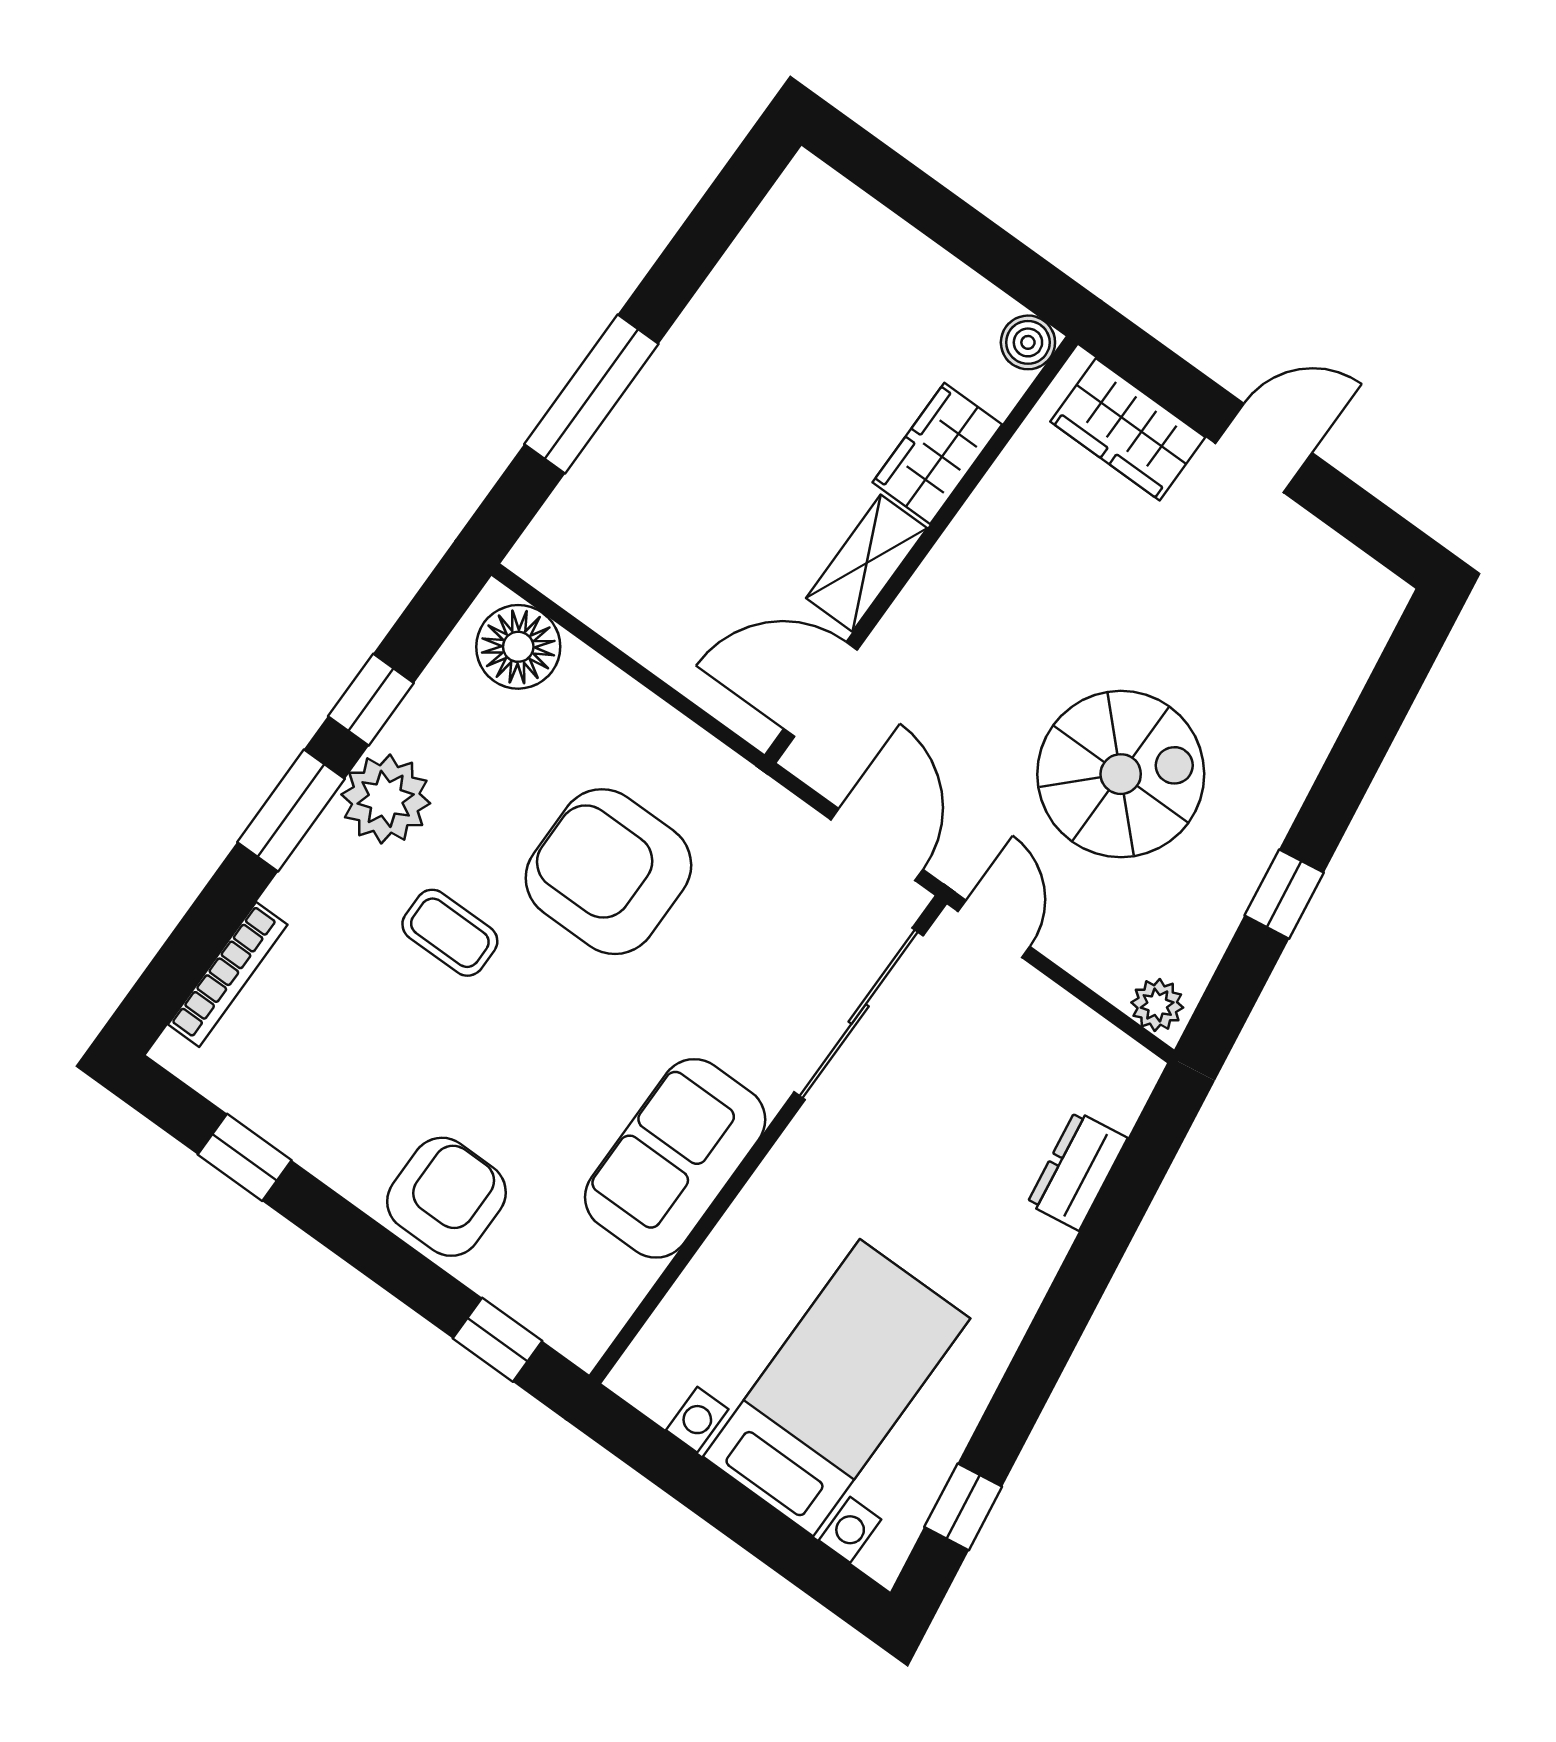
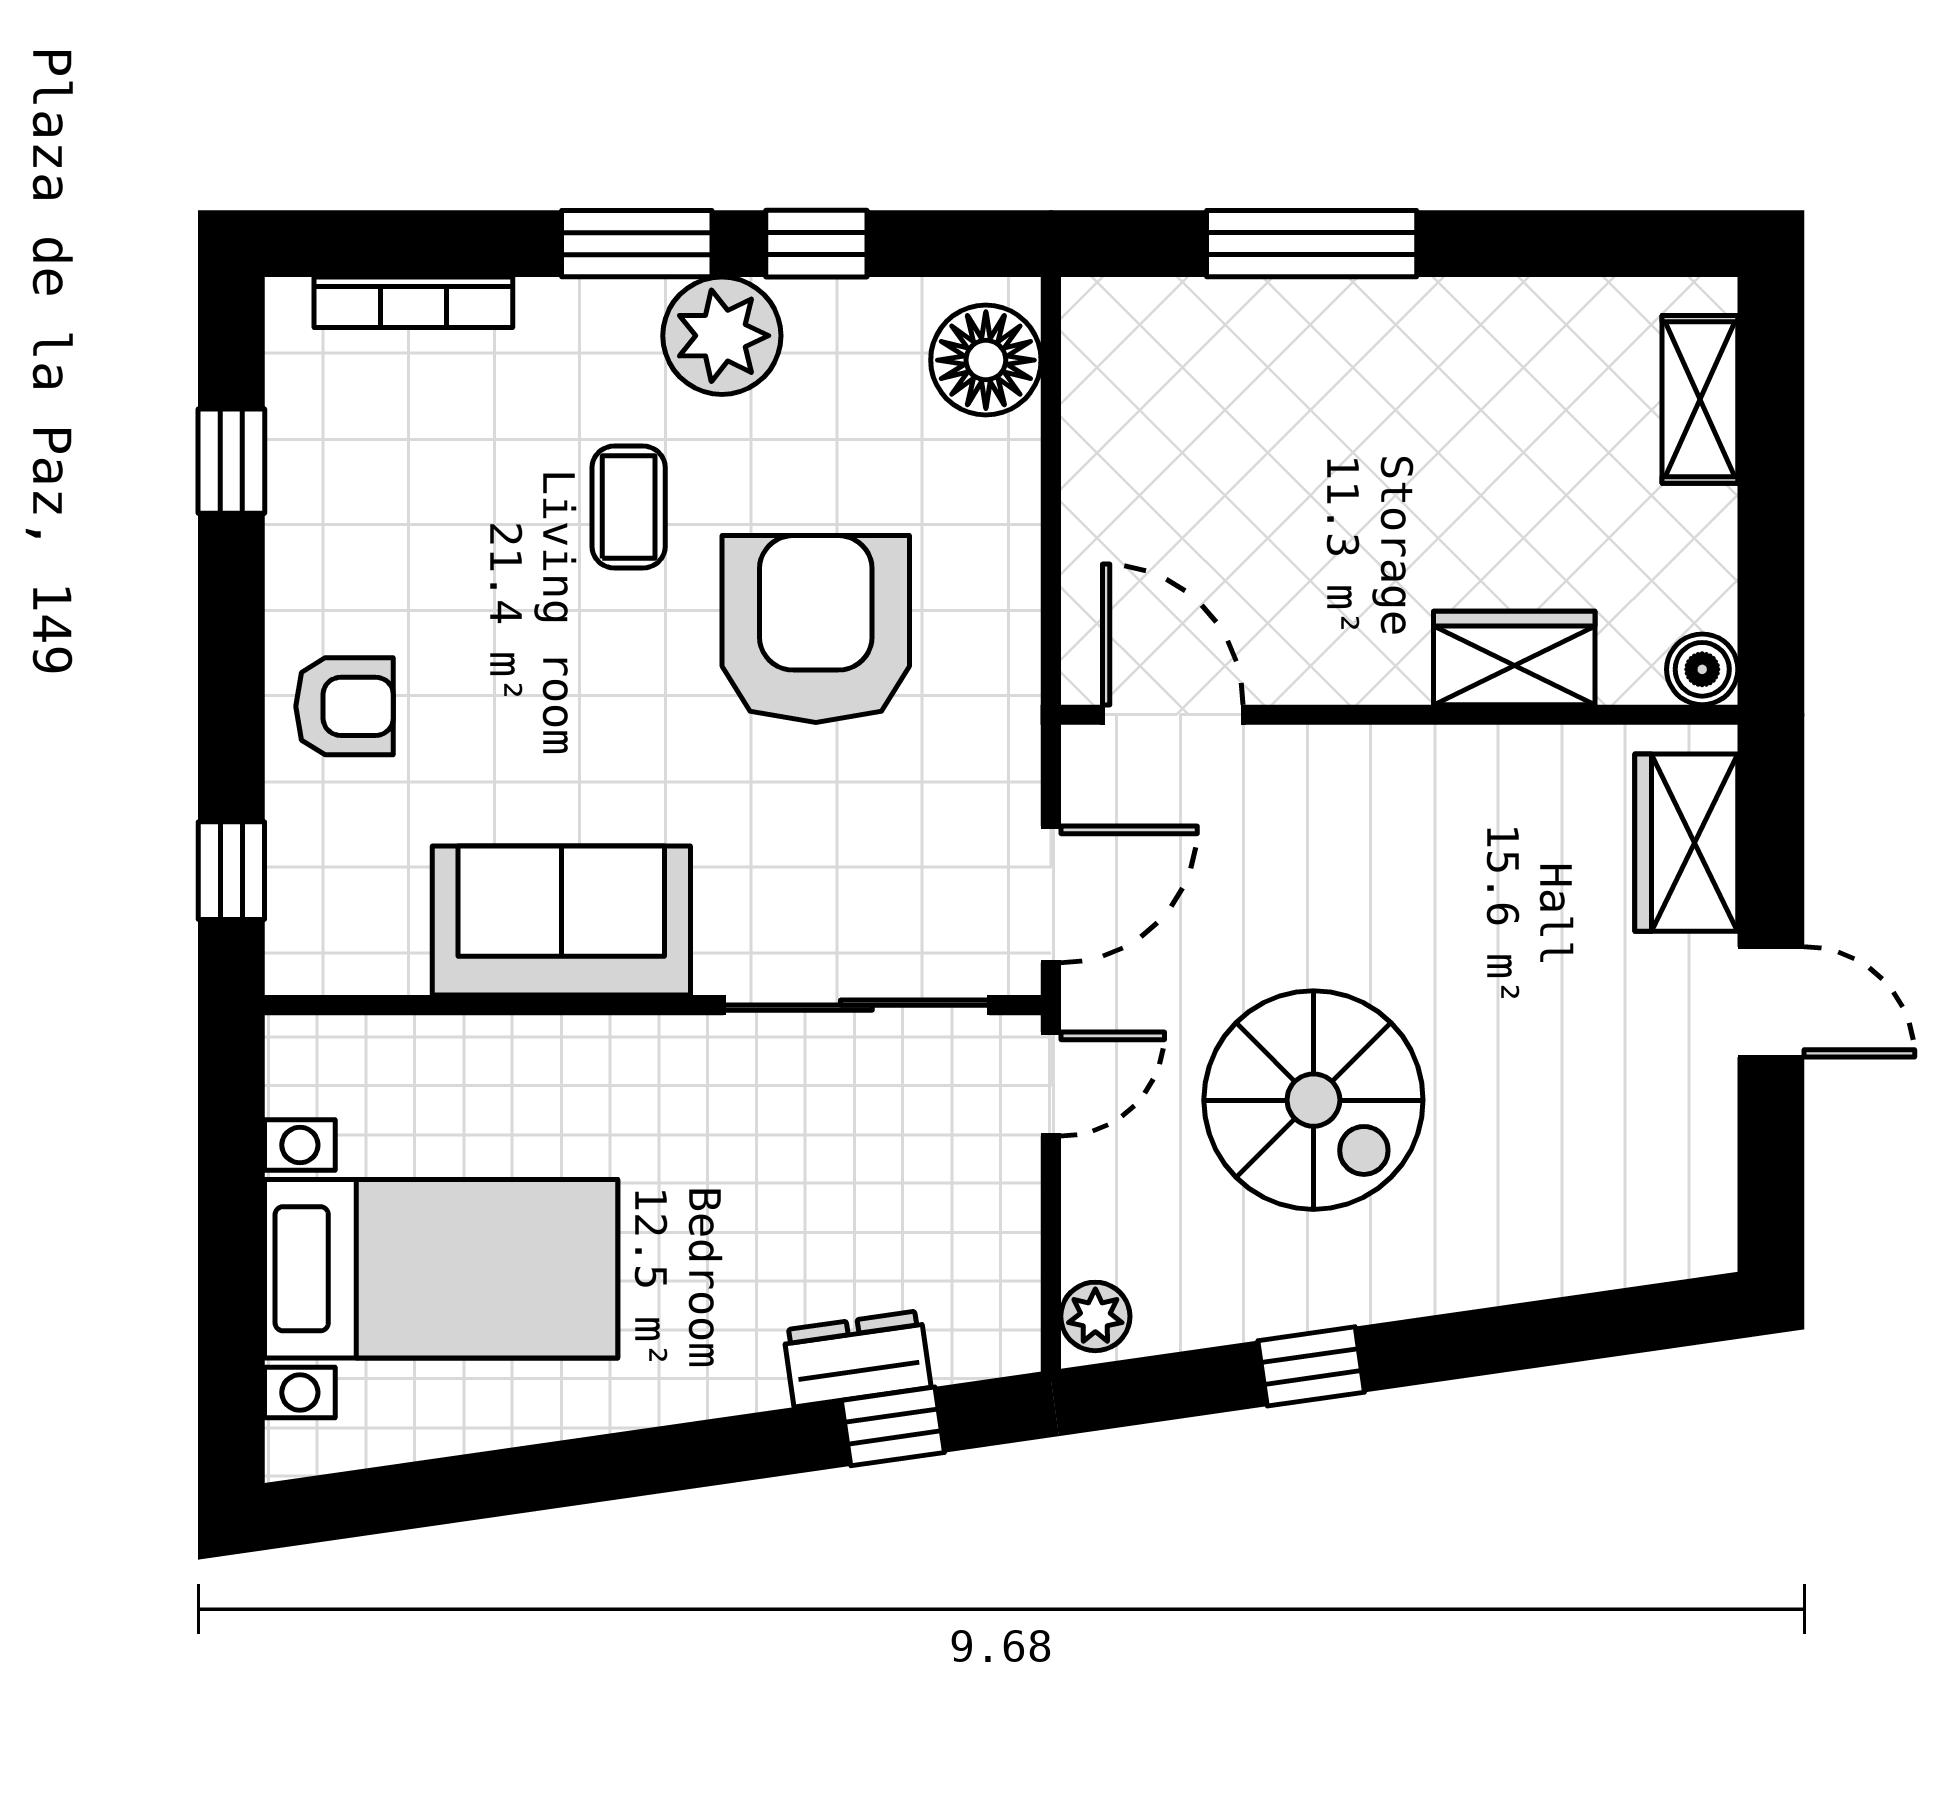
shelving: (867, 563) -> (1700, 399), moved, turned 90
armchair: (446, 1197) -> (345, 706), width x0.72, depth x0.72
window: (963, 1507) -> (893, 1426), moved

